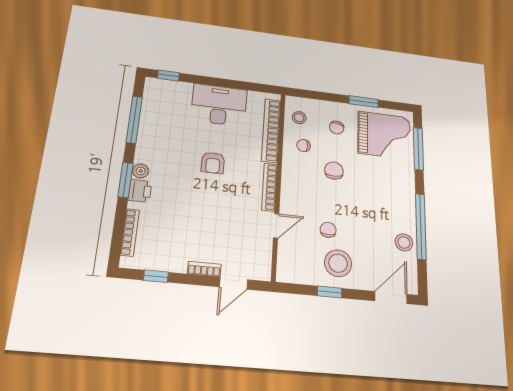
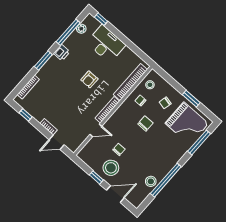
desk: (219, 105) -> (106, 44), moved
plant: (141, 171) -> (81, 29), moved
printer: (140, 191) -> (62, 53), moved
door: (391, 297) -> (115, 194), moved

